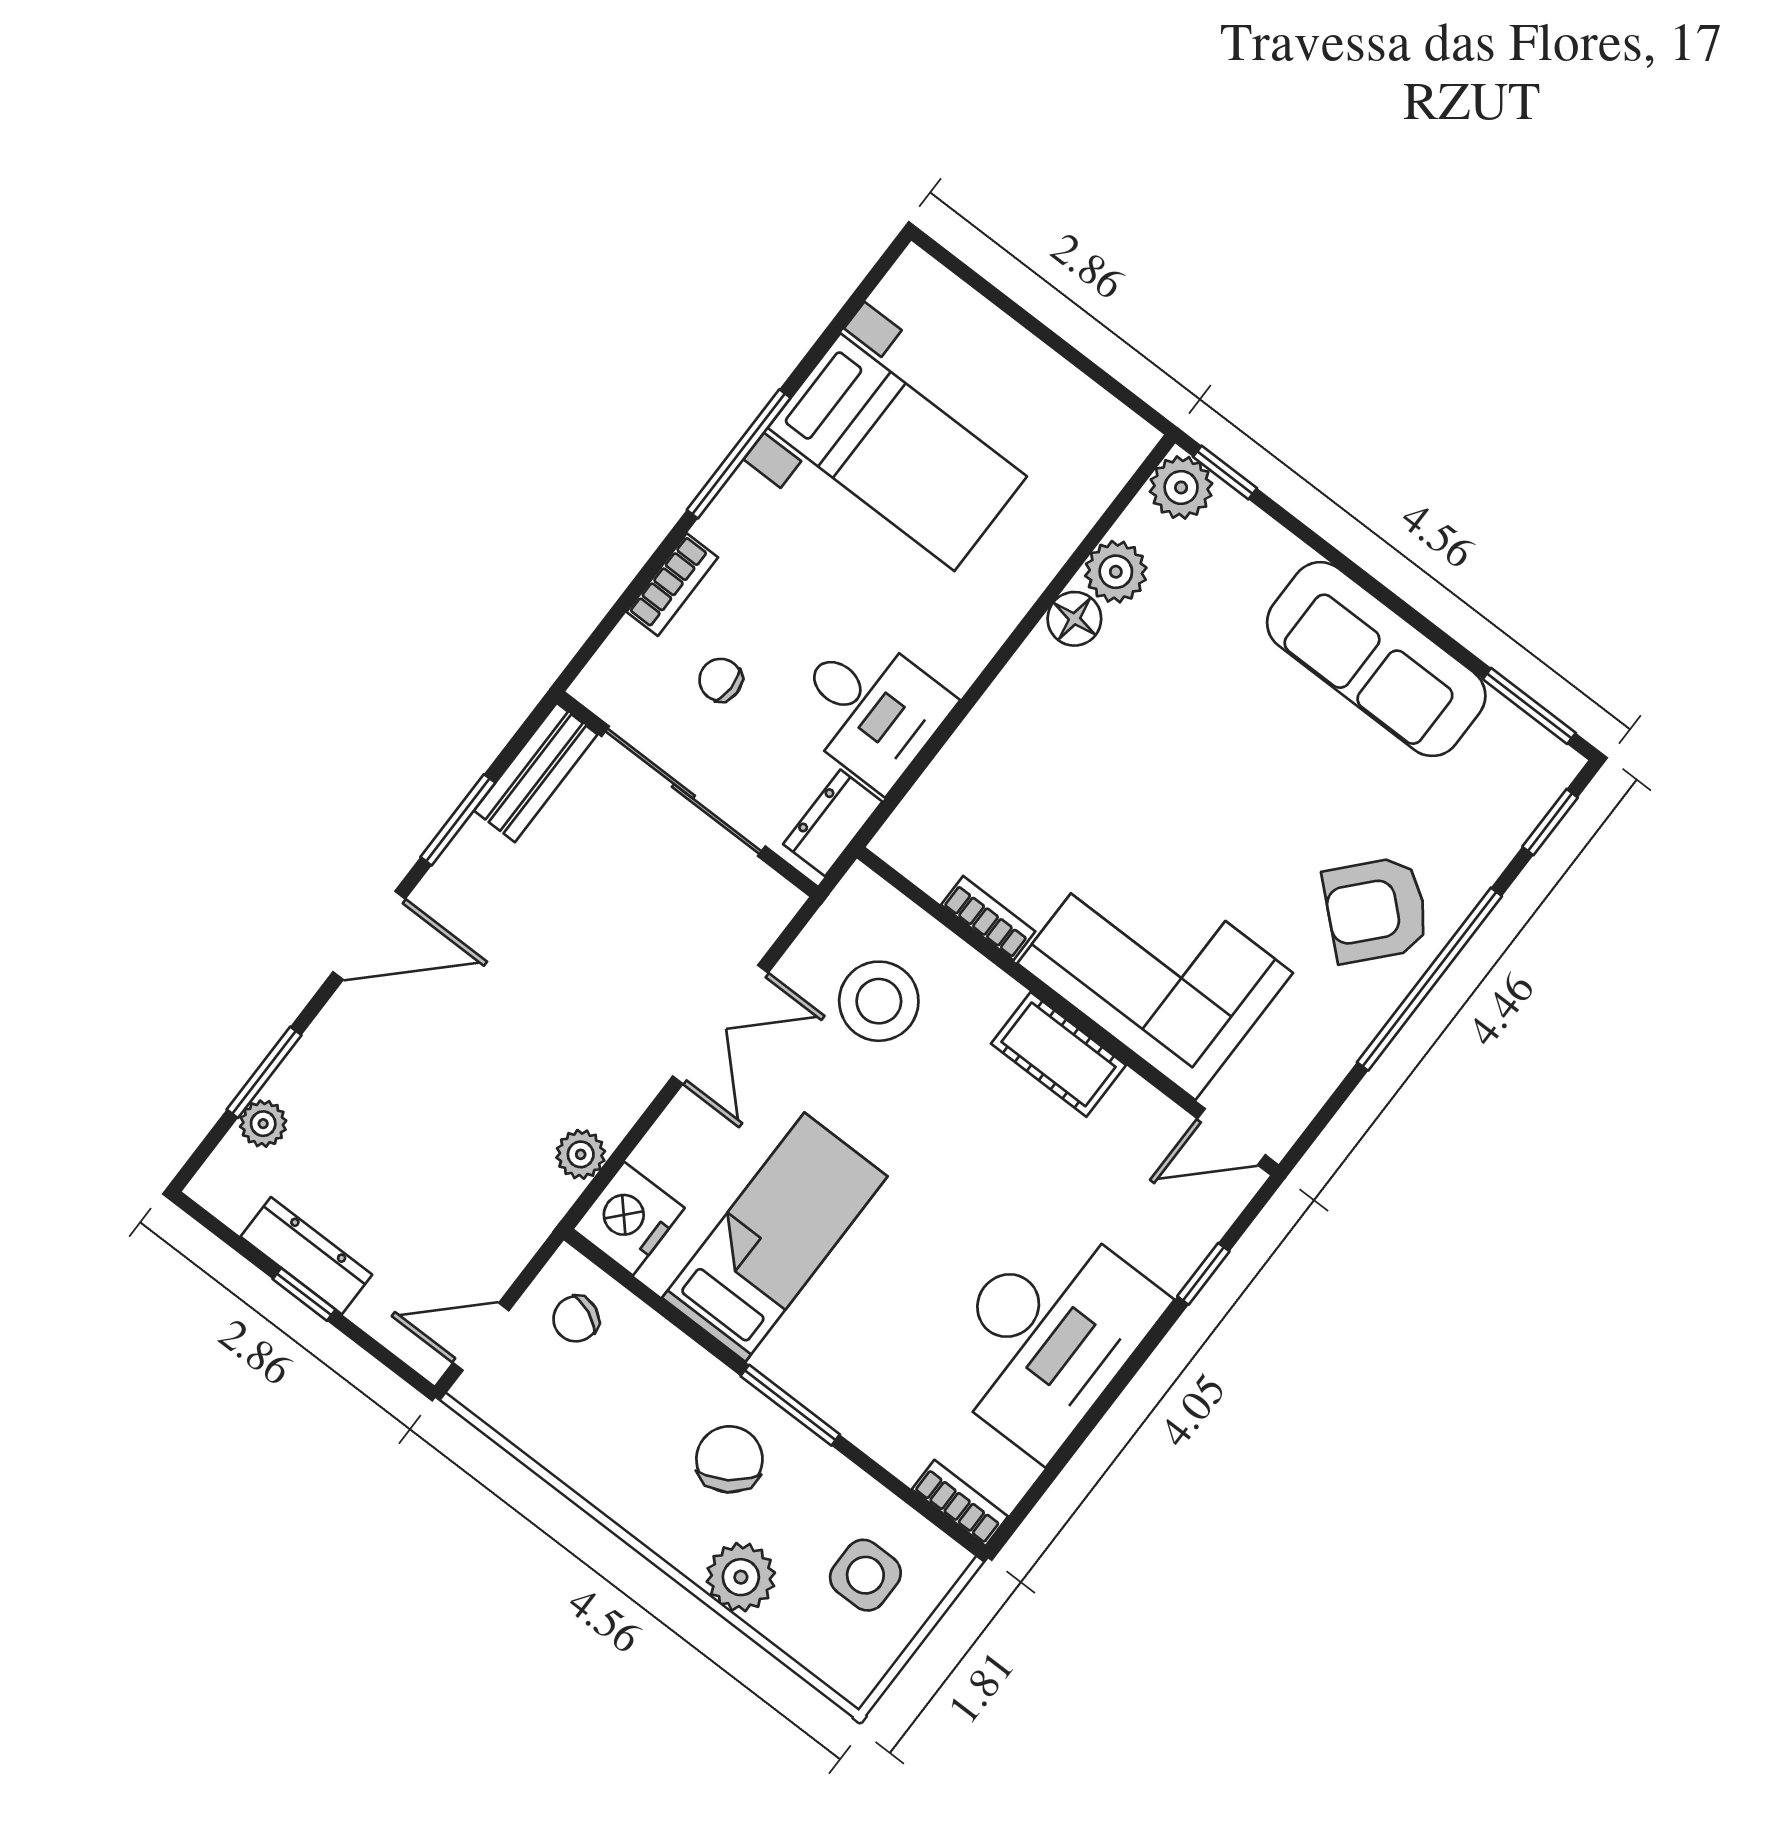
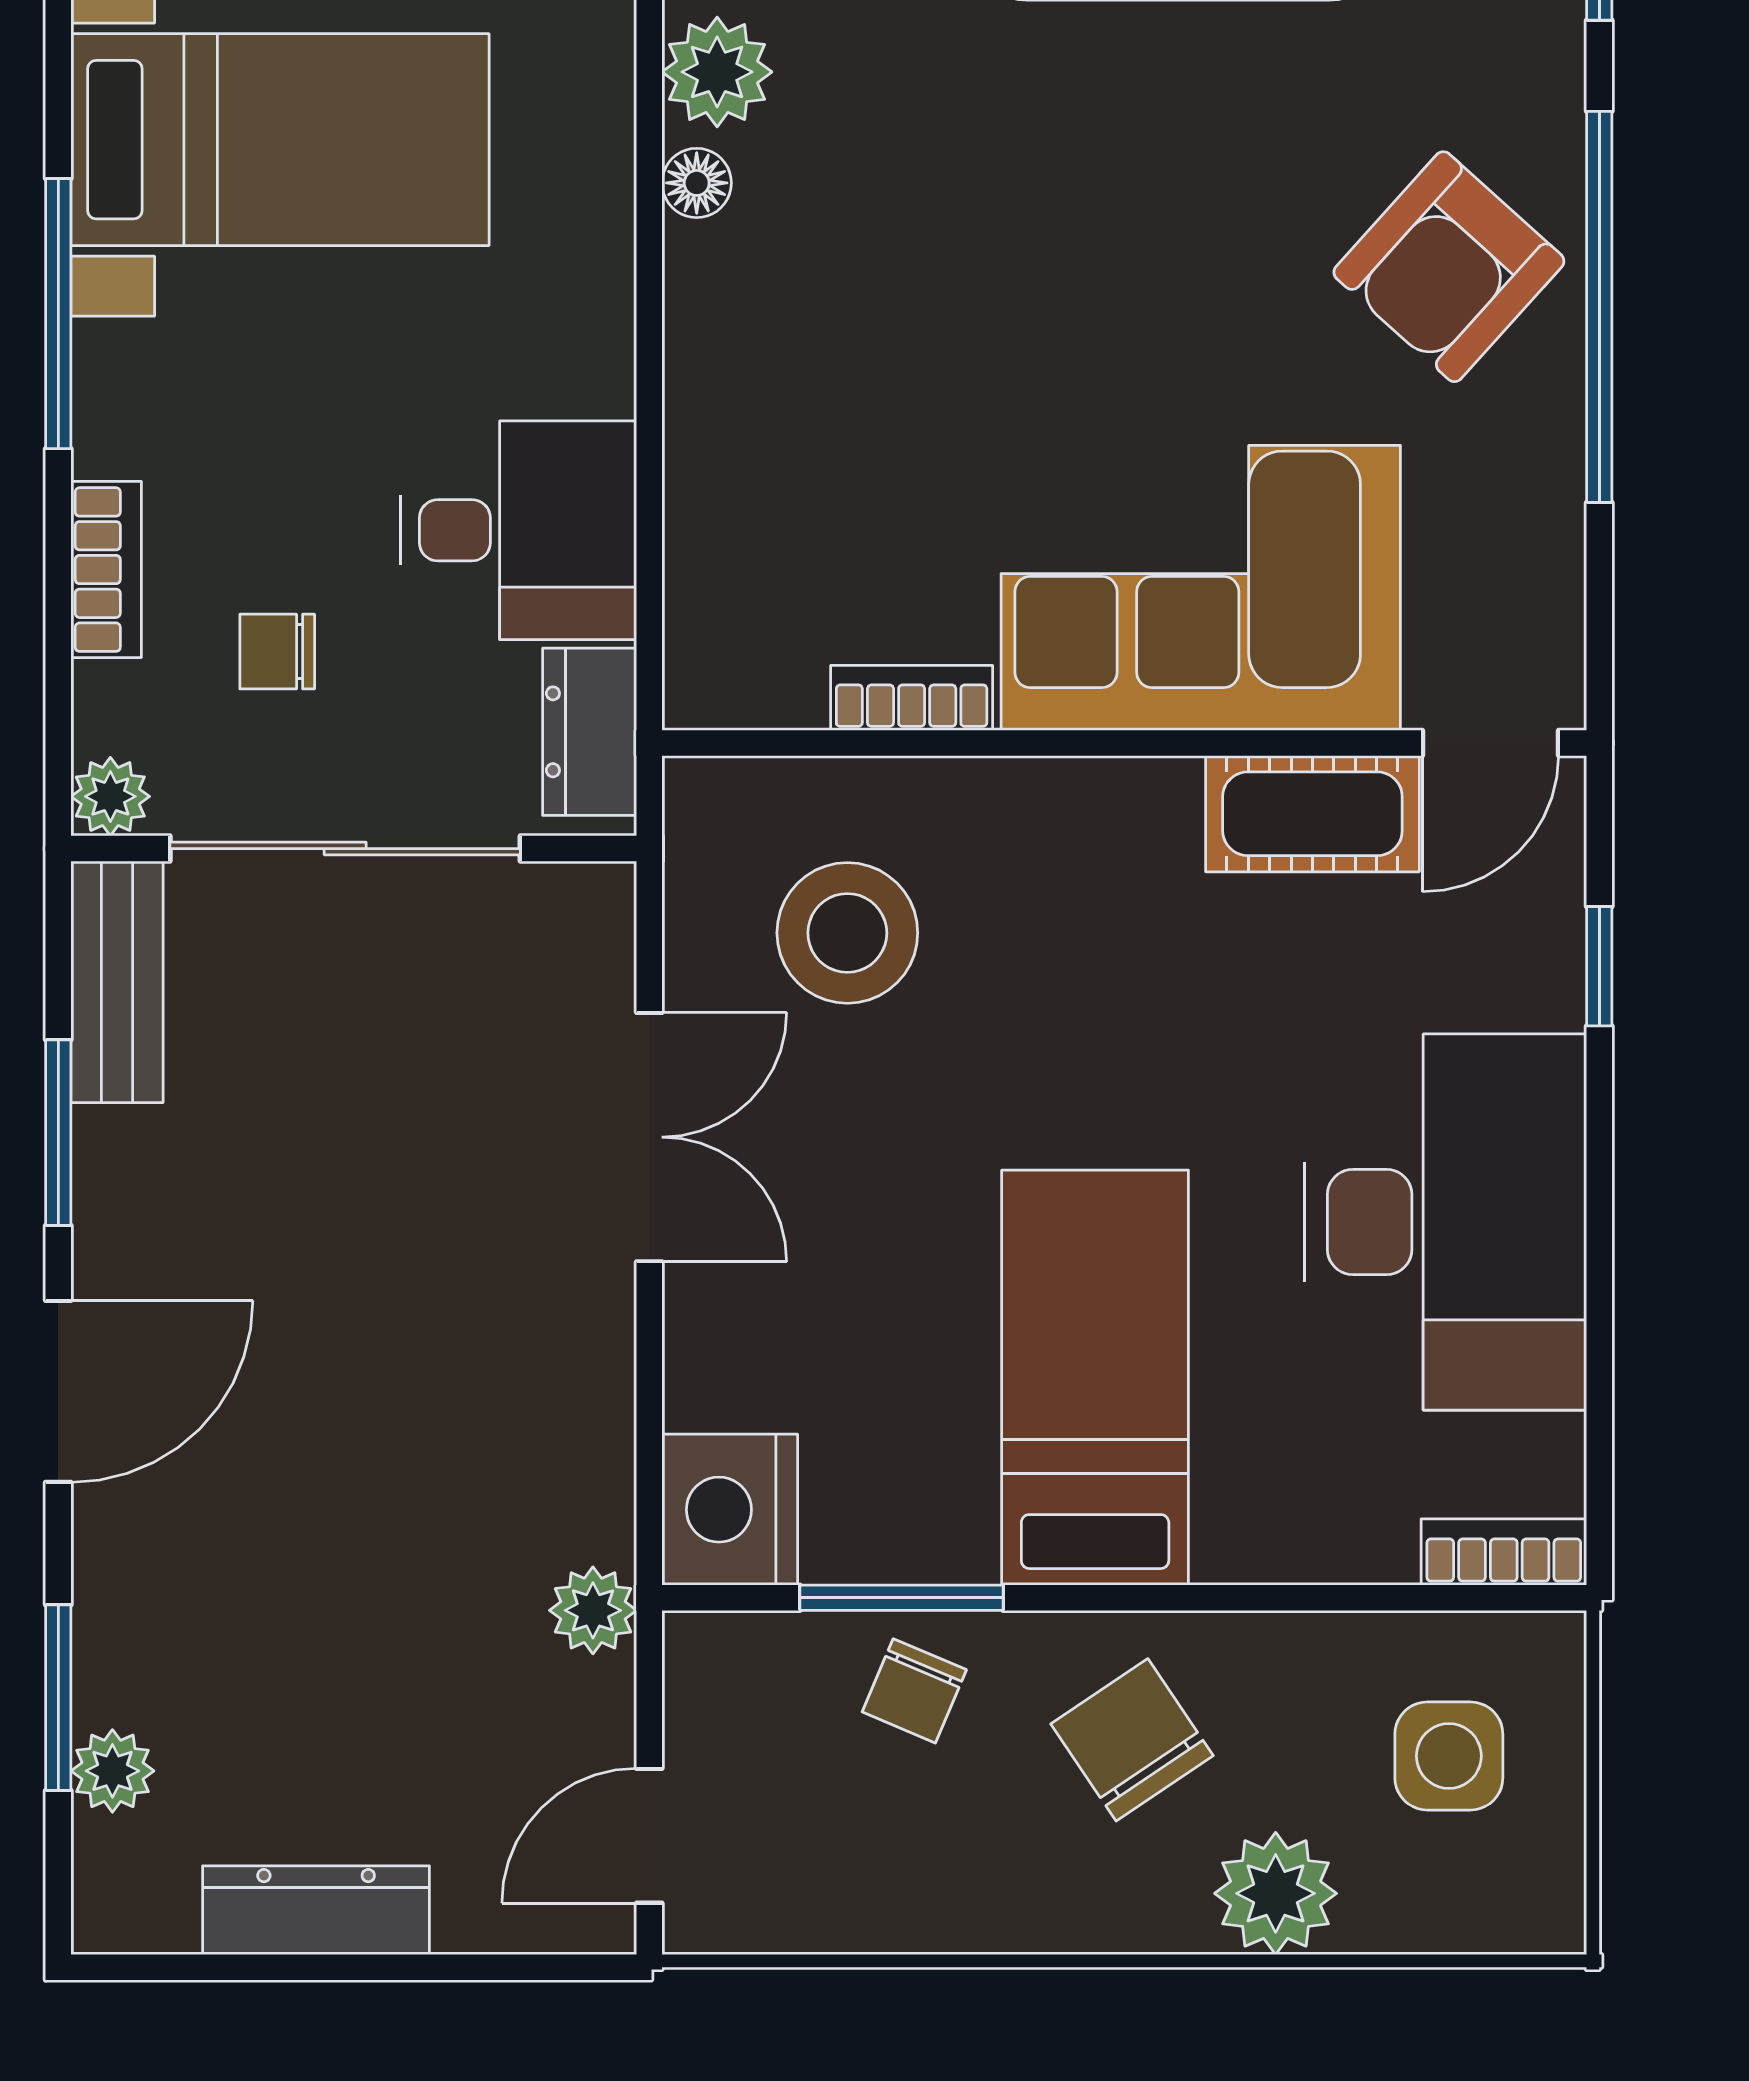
floor lamp: (1074, 619) -> (697, 183), width x0.73, depth x0.73
plant: (596, 687) -> (110, 796), added
cot: (1058, 1054) -> (1312, 814), moved
plant: (581, 1154) -> (593, 1610), moved
bed: (775, 1237) -> (1095, 1378), moved
window: (304, 1294) -> (355, 1967), removed
chair: (576, 1319) -> (914, 1691), moved
window: (790, 1405) -> (902, 1598), moved

